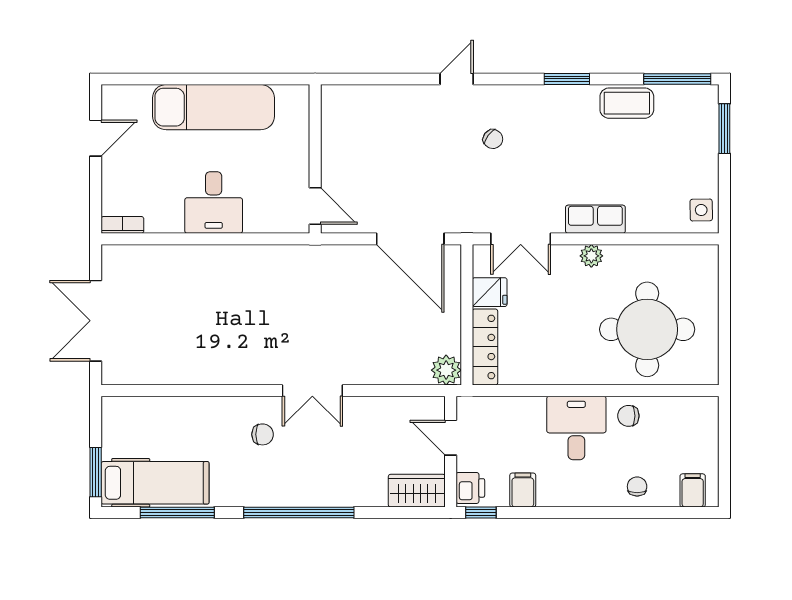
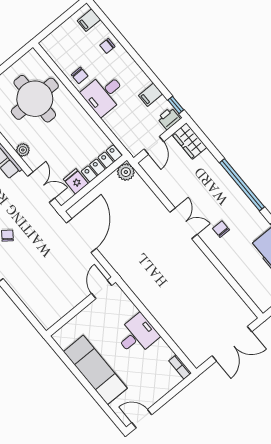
door: (96, 138) -> (142, 419), moved

